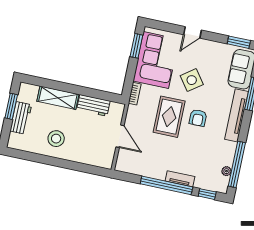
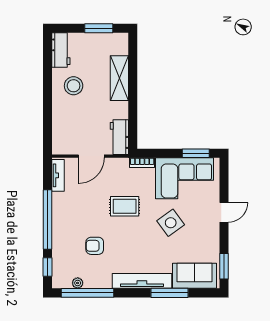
door: (193, 32) -> (224, 212), swing flipped
workbench: (93, 105) -> (119, 137), moved
rug: (169, 117) -> (125, 206), width x0.73, depth x0.70
workbench: (21, 118) -> (61, 50), moved, turned -90
armchair: (198, 118) -> (95, 246), moved
tv unit: (180, 179) -> (58, 175), moved

